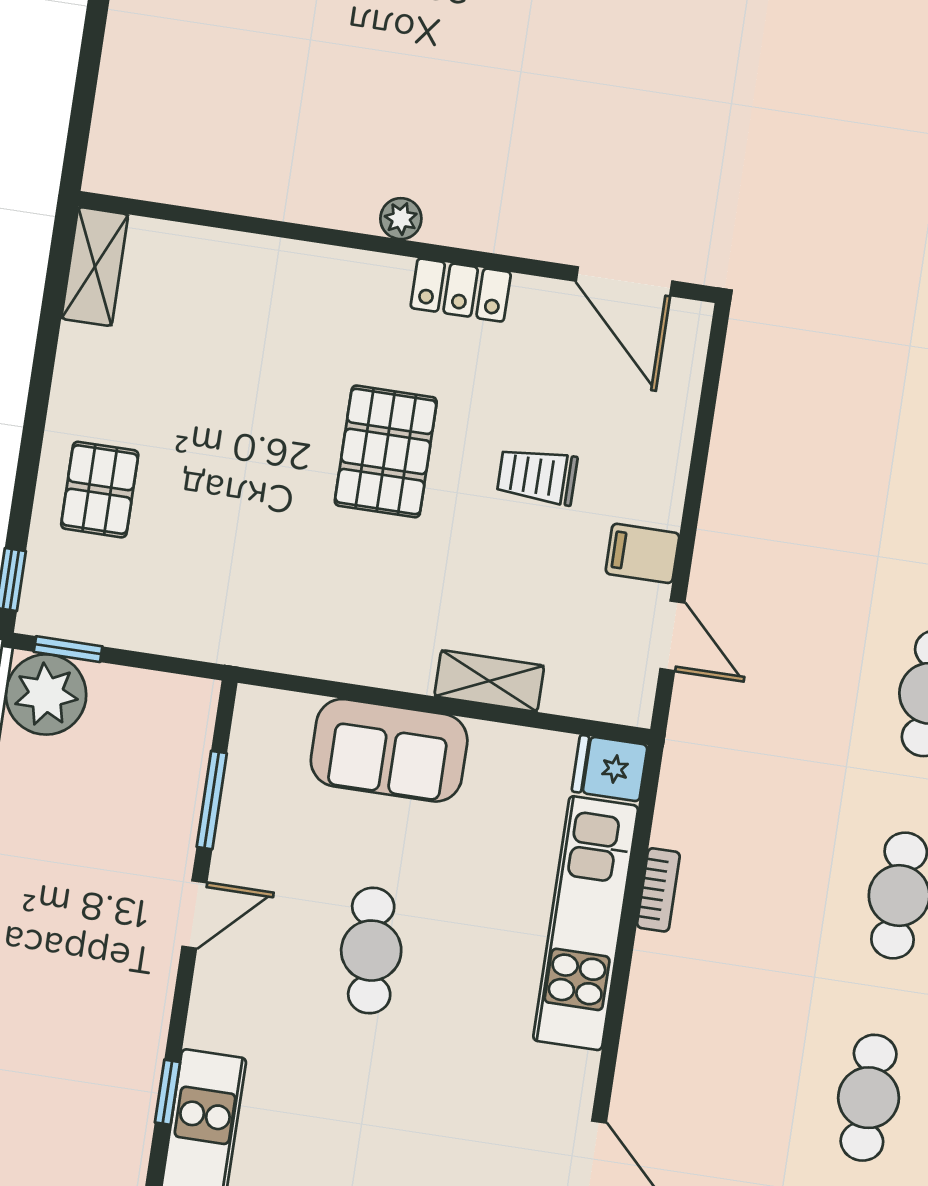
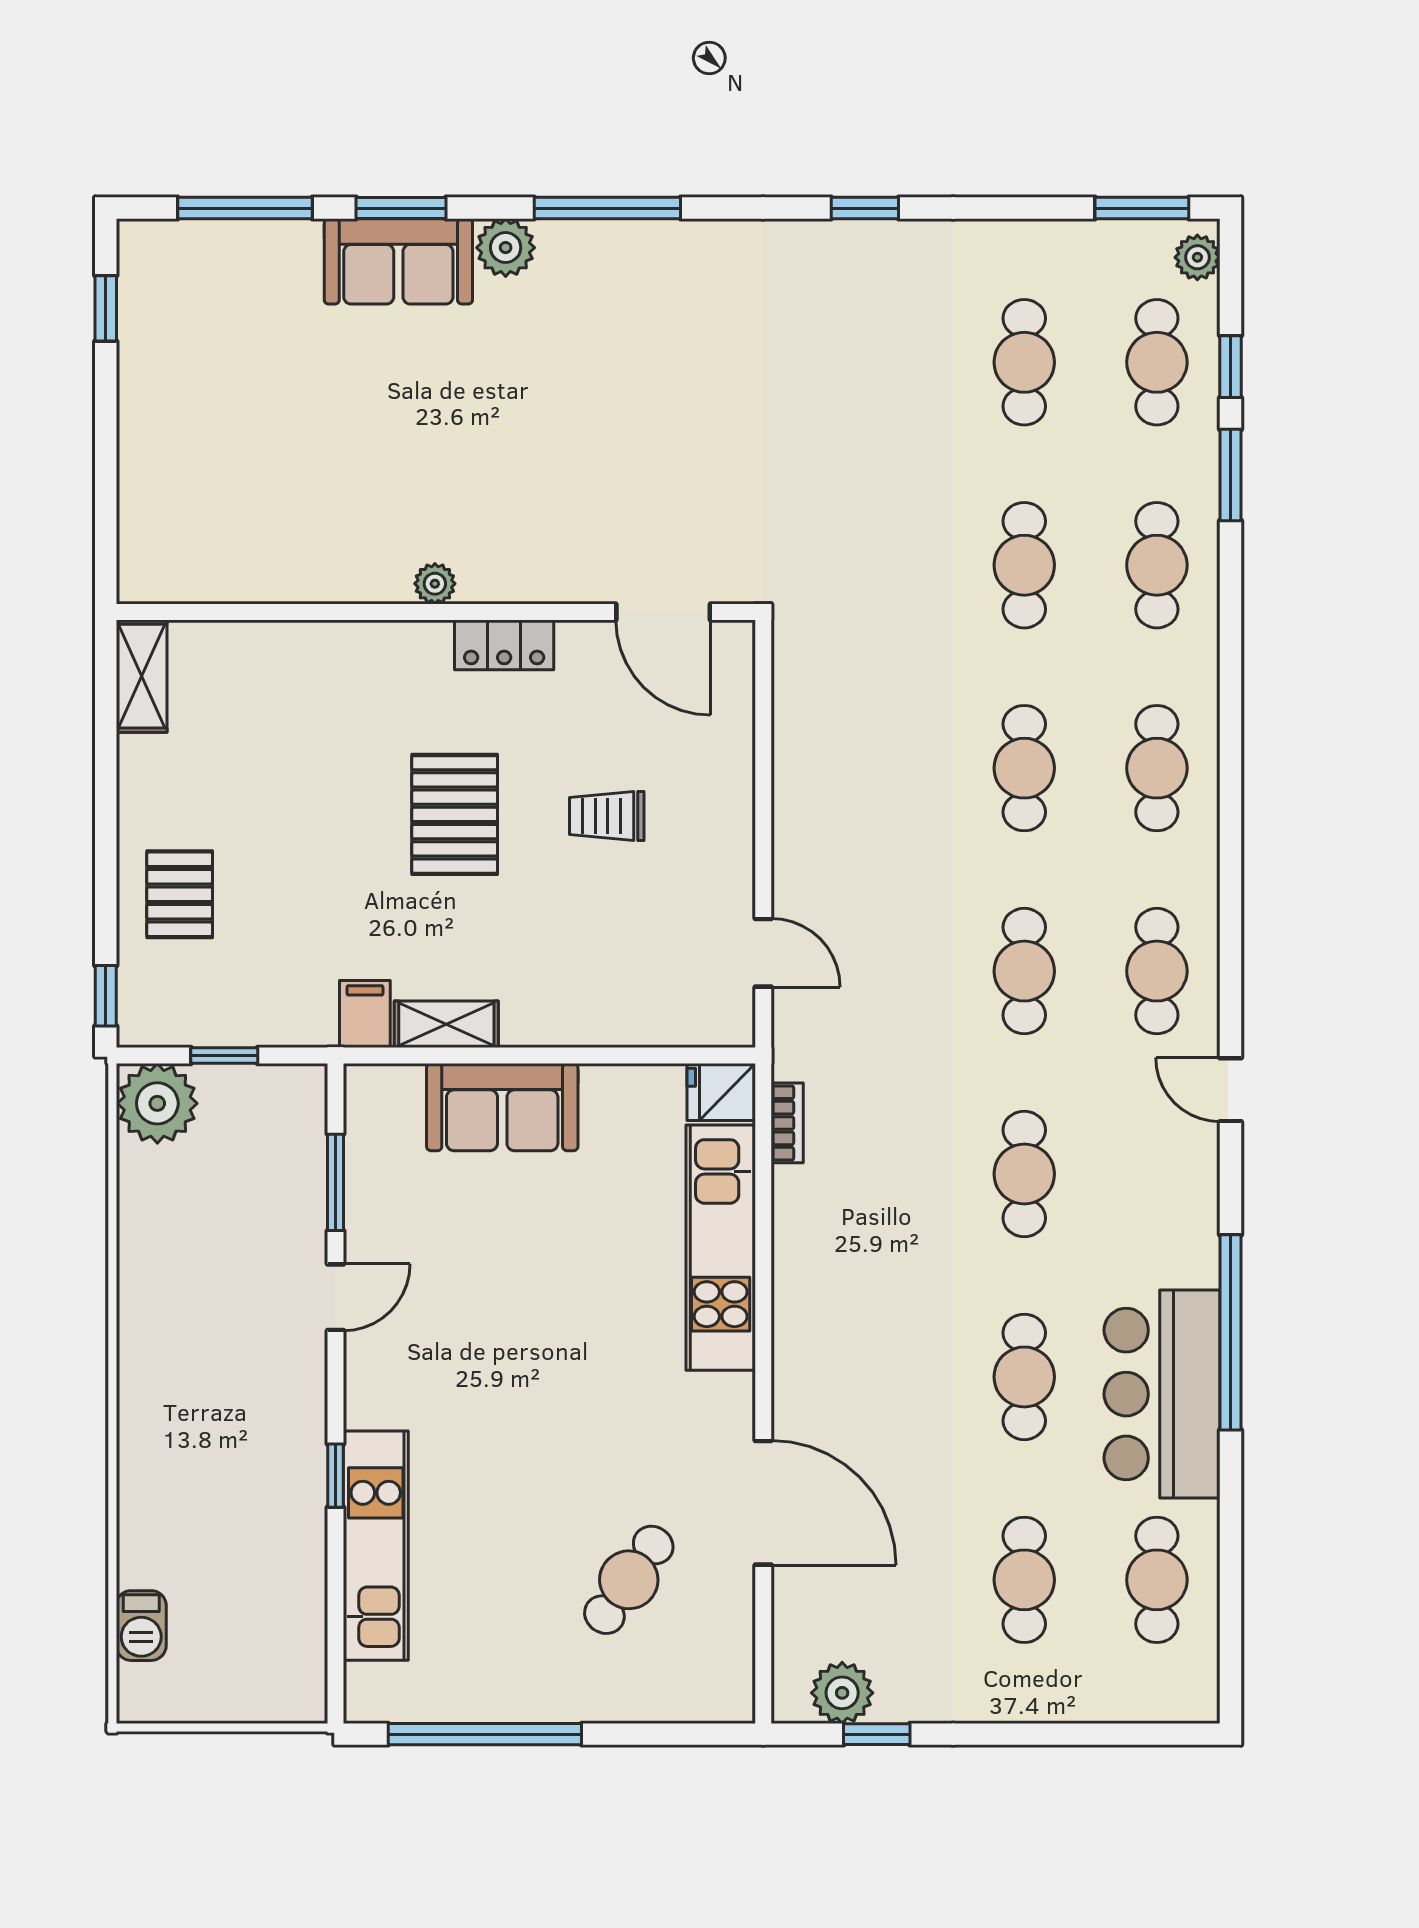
filing cabinet: (642, 553) -> (365, 1014), moved, turned 90
window: (68, 649) -> (224, 1056), moved
shelving: (489, 681) -> (446, 1024), moved
bookcase: (658, 890) -> (787, 1123), moved
cafe table: (371, 951) -> (514, 1306), removed

